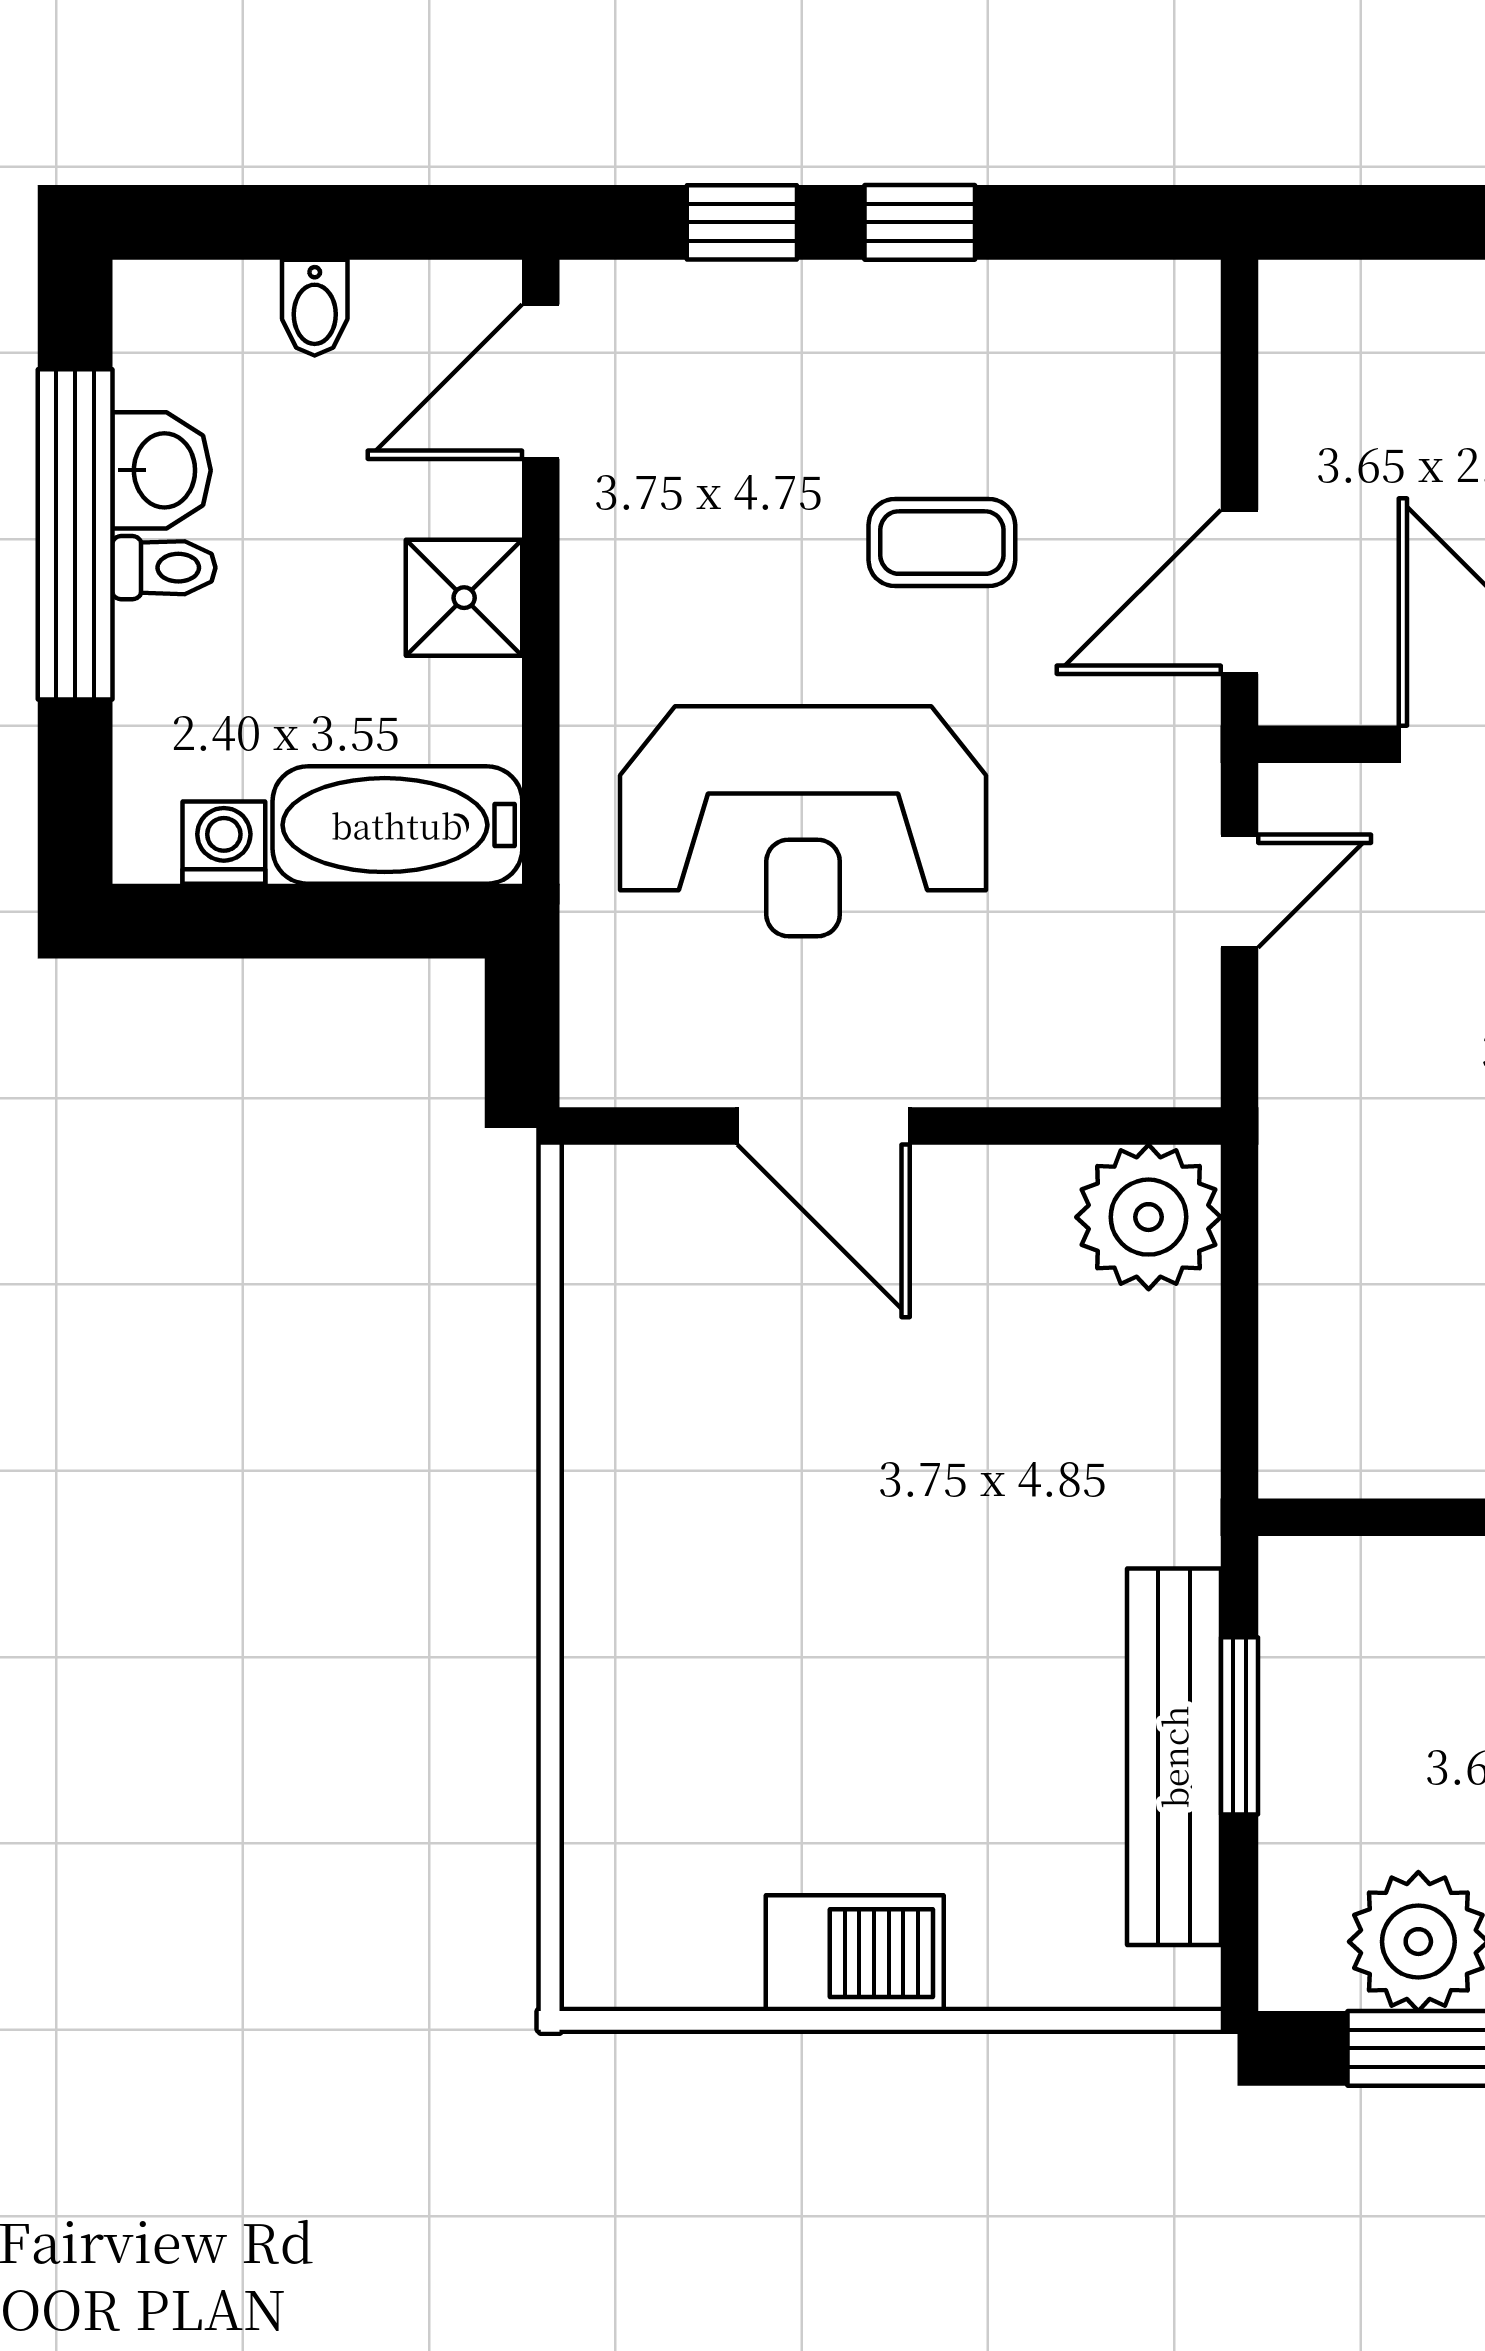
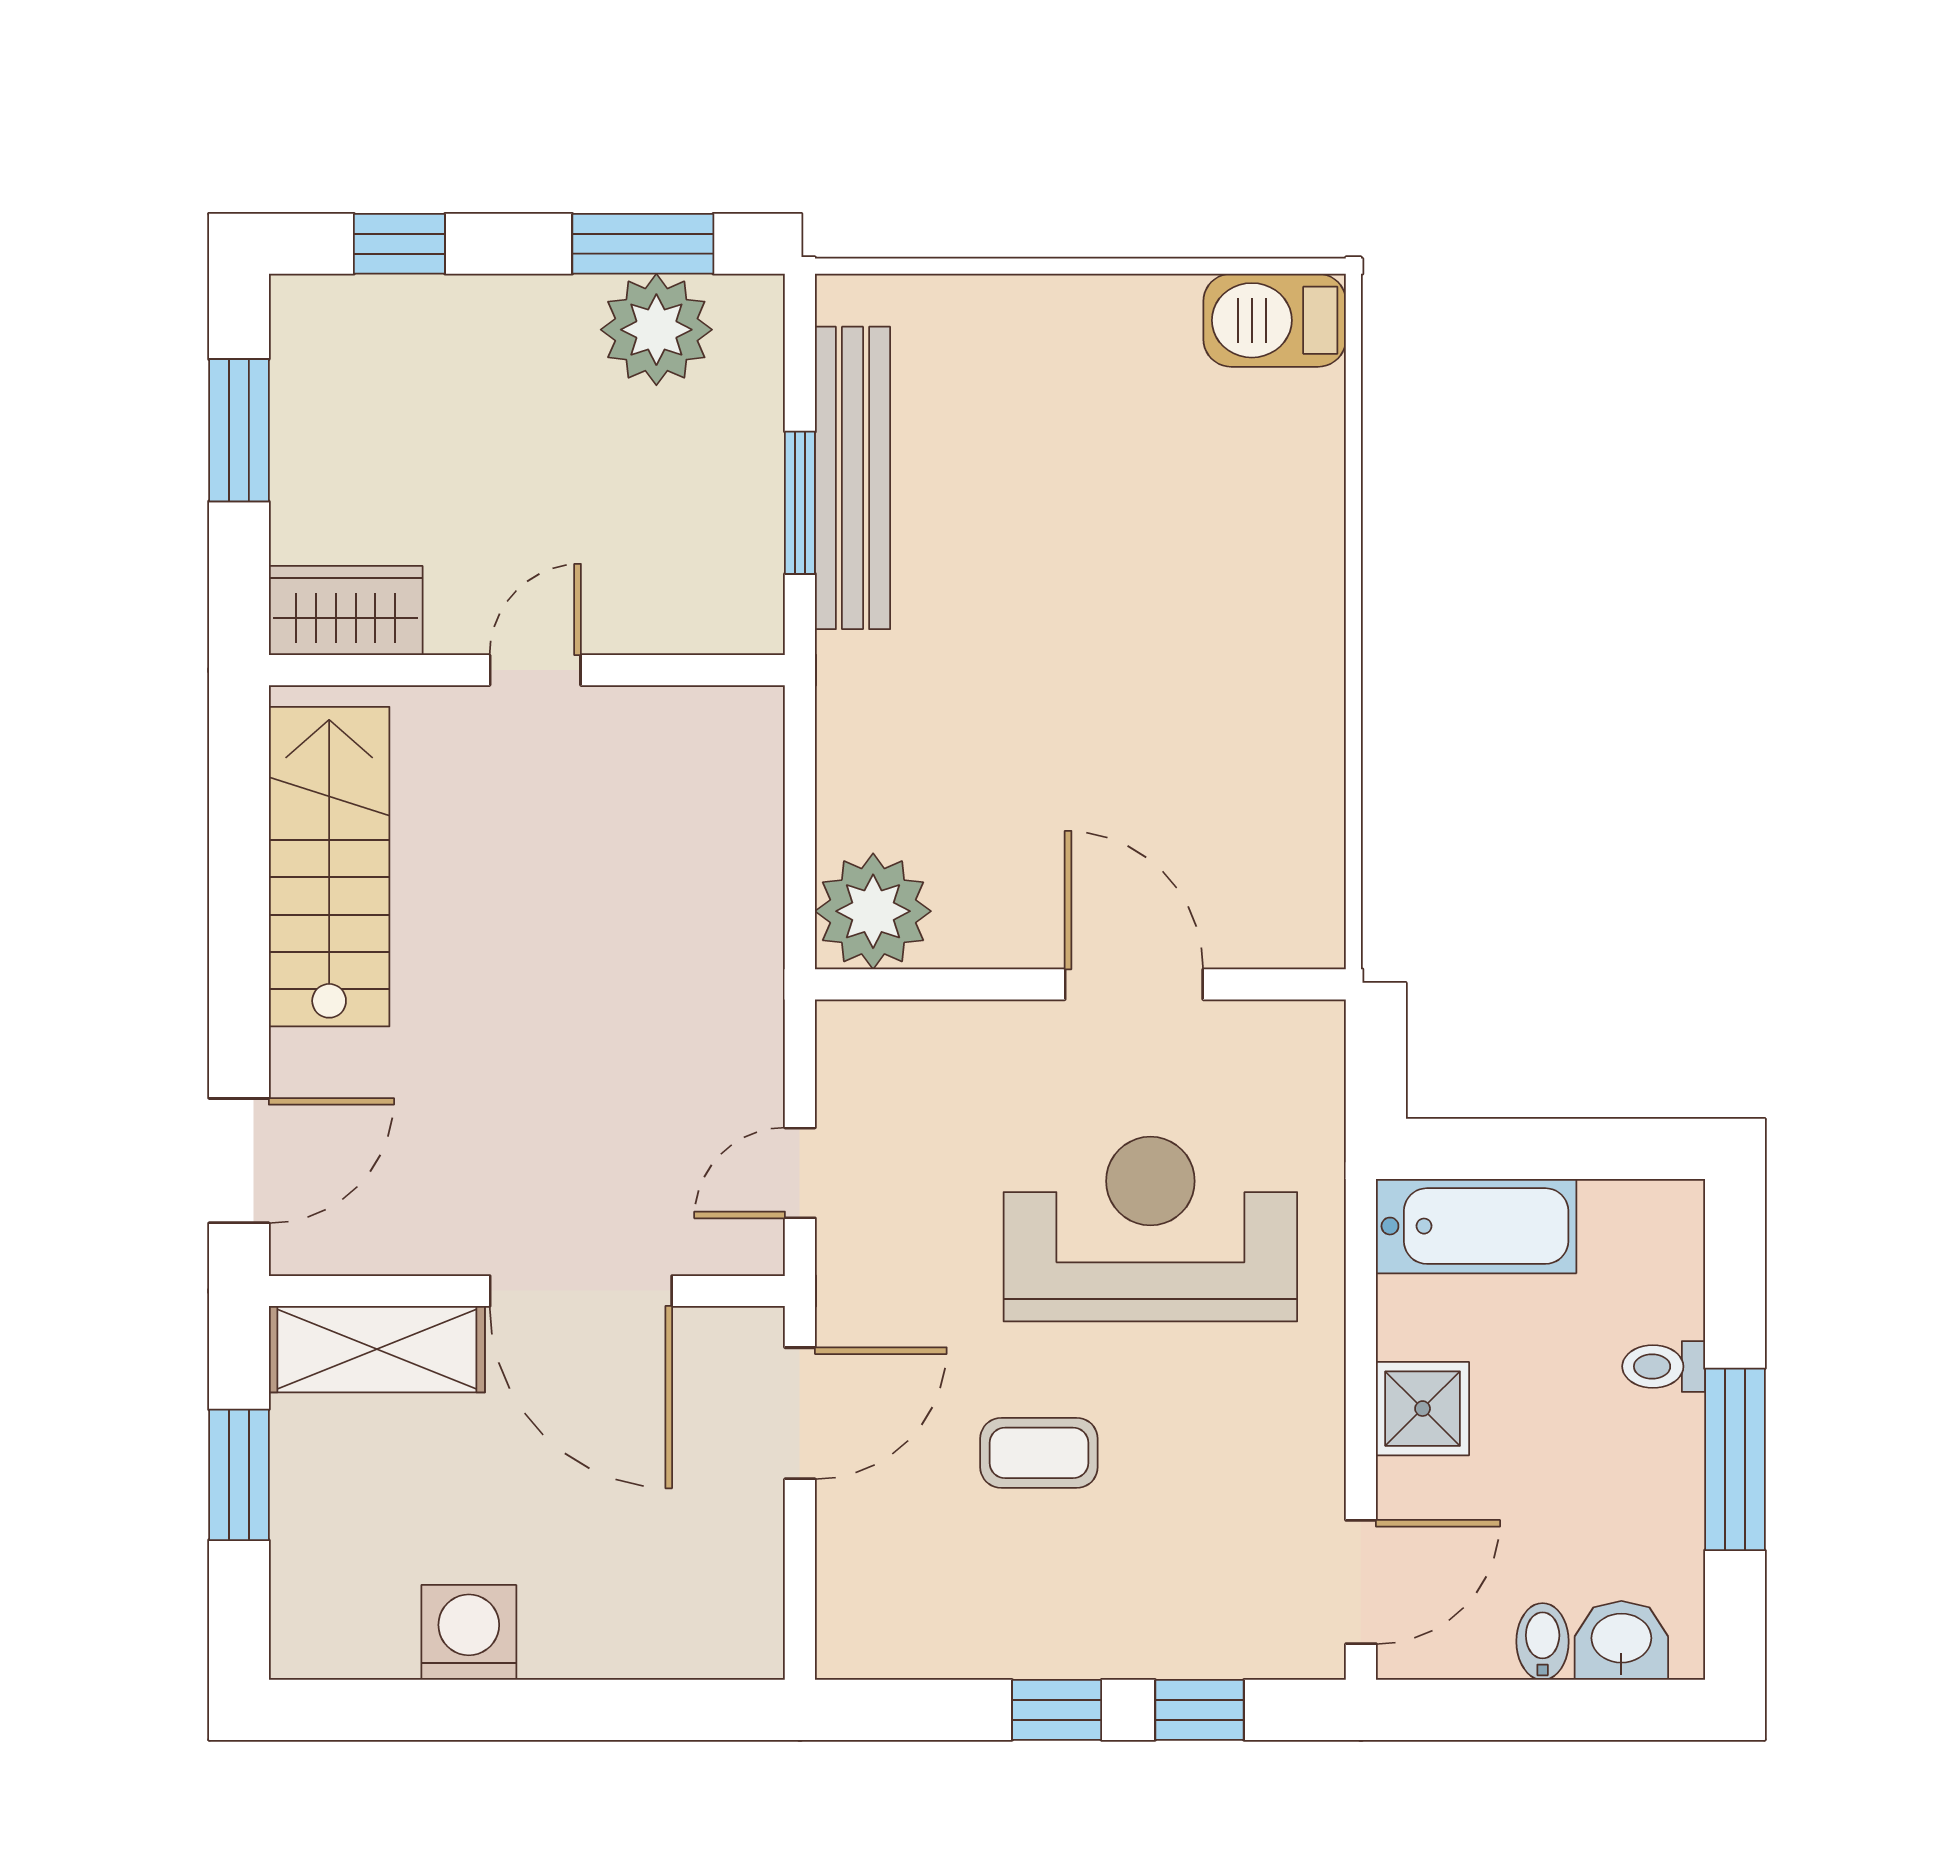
washbasin: (162, 470) -> (1621, 1640), moved, turned 90
window: (75, 534) -> (1735, 1459), width x0.68
toilet: (164, 568) -> (1664, 1366), moved
washing machine: (224, 843) -> (1615, 1212), removed
barbecue: (855, 1953) -> (1275, 320), moved

